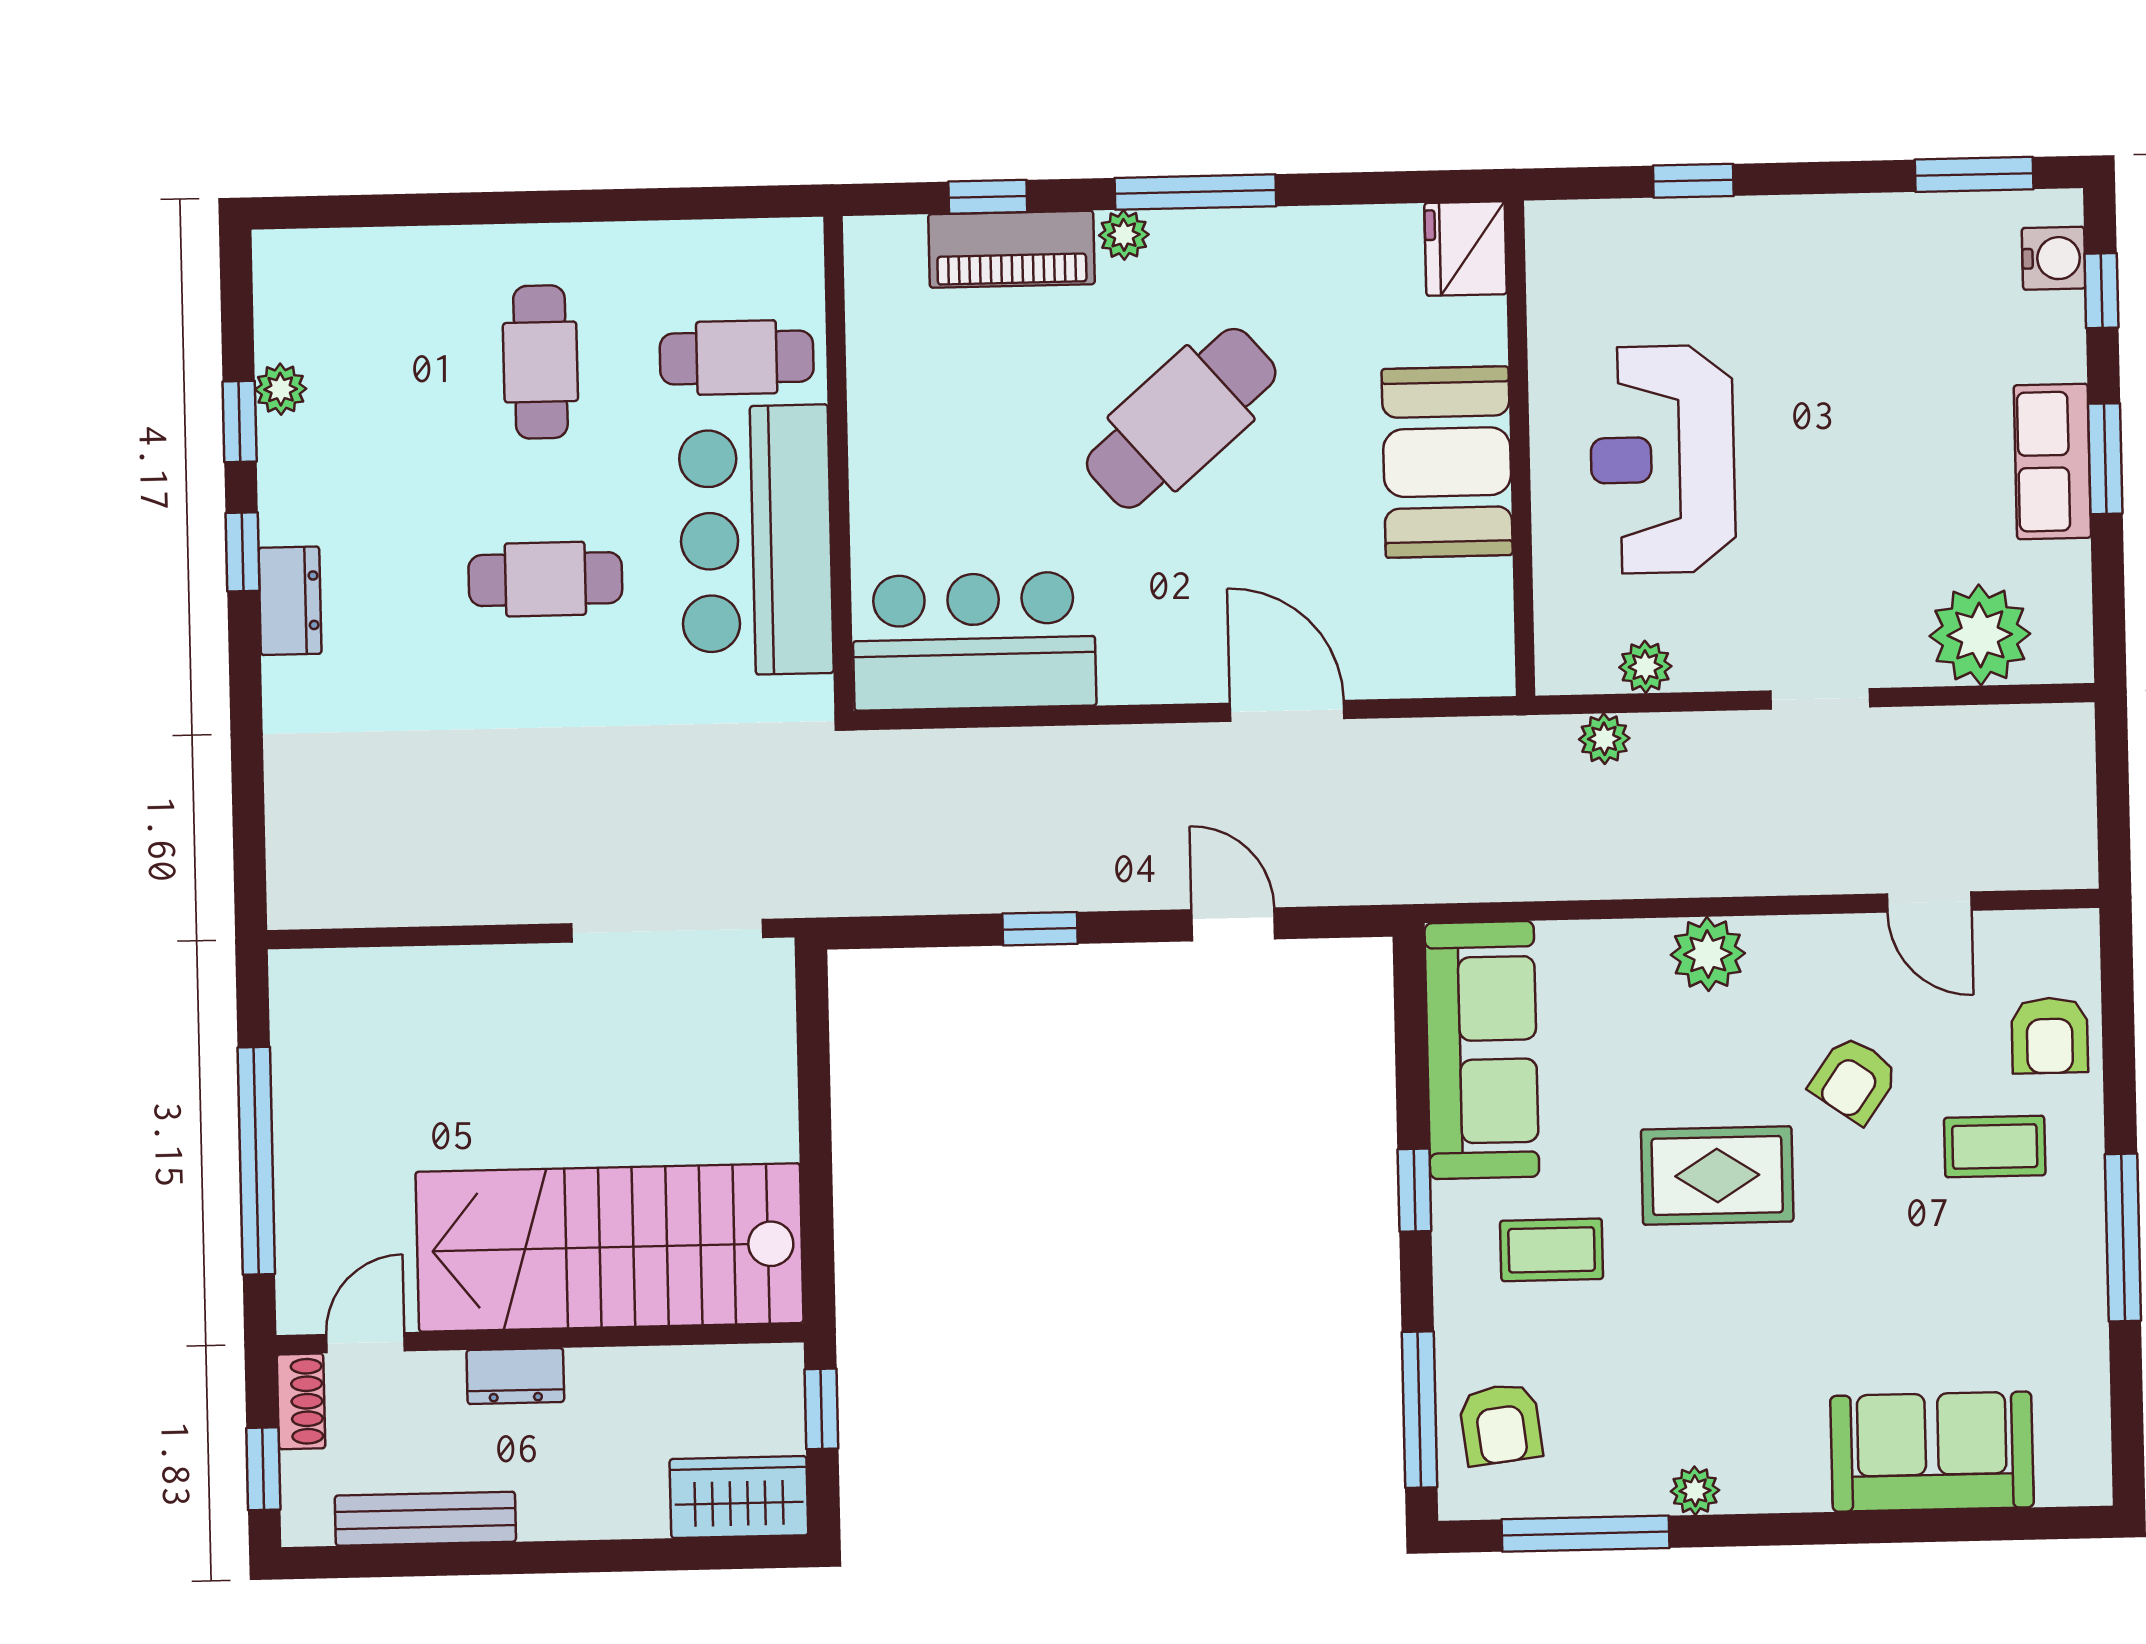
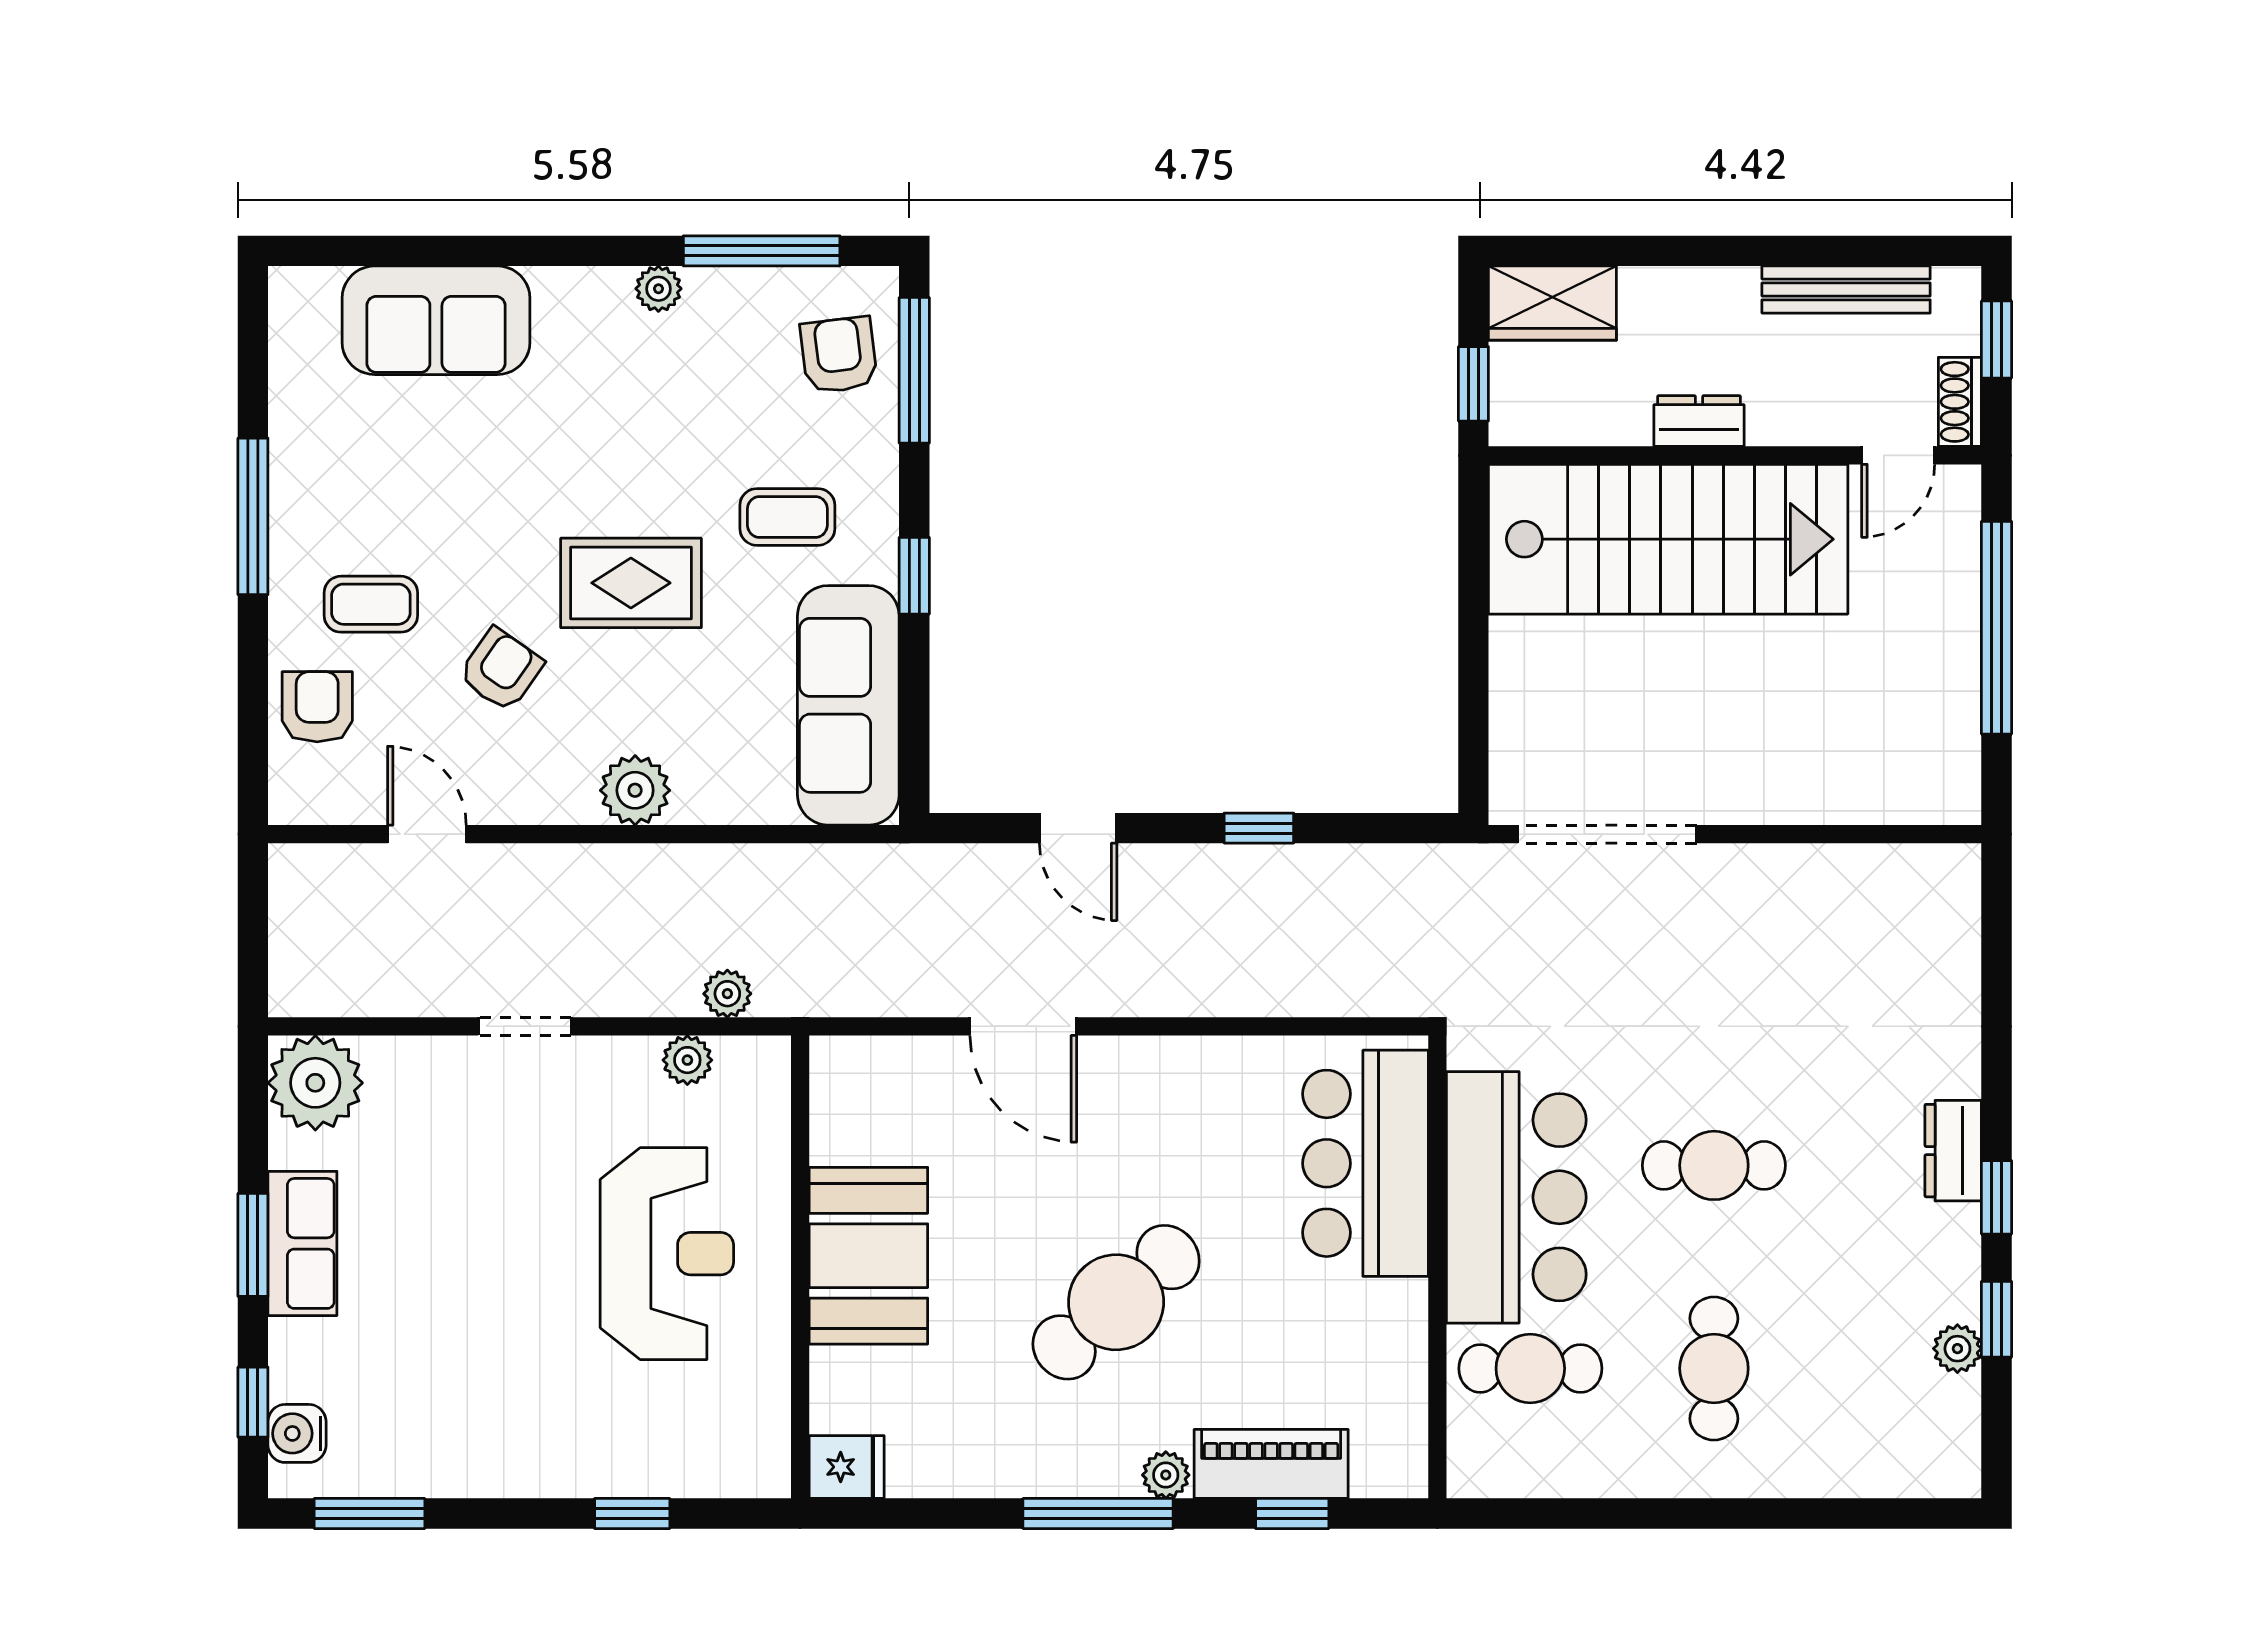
fridge: (1466, 249) -> (847, 1467), width x0.72
plant: (1980, 635) -> (315, 1083), moved
bar counter: (974, 641) -> (1365, 1163), moved, turned 90
dresser: (515, 1376) -> (1699, 421), moved

